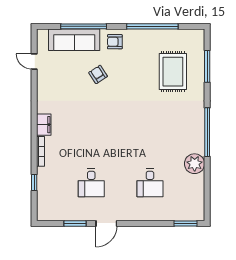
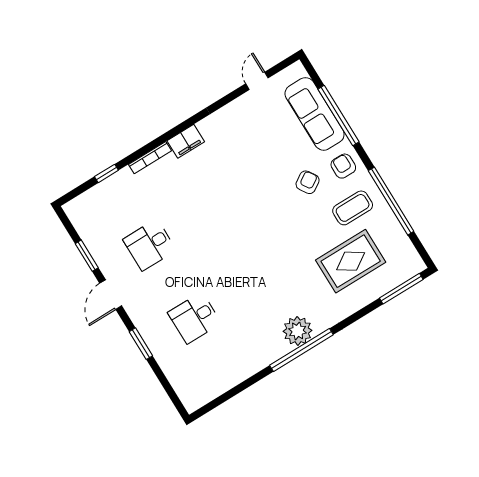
coffee table: (143, 51) -> (353, 208), added
window: (207, 66) -> (401, 289), moved
armchair: (98, 74) -> (308, 182), moved
plant: (195, 164) -> (298, 331), moved
door: (106, 224) -> (111, 295), hinge flipped
window: (186, 224) -> (141, 344), moved

